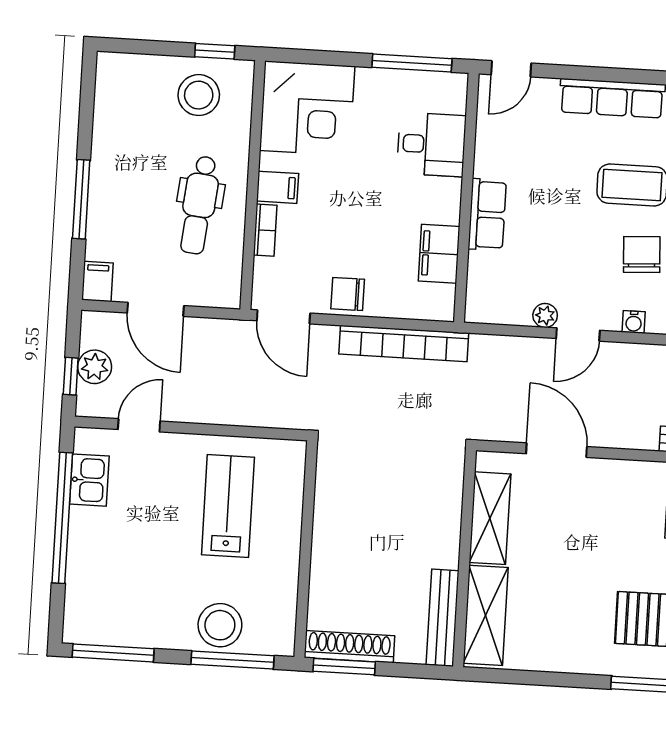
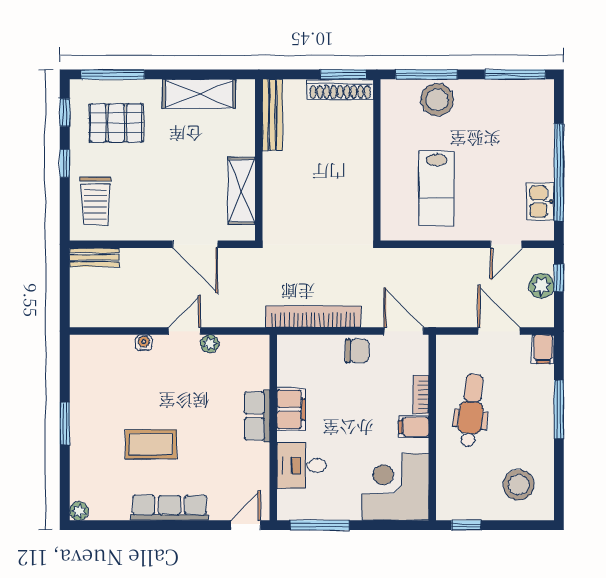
stool: (199, 95) -> (519, 485), moved
filing cabinet: (439, 254) -> (291, 409), moved
chair: (642, 255) -> (141, 393), removed
shelving: (486, 615) -> (199, 94), moved, turned 90

